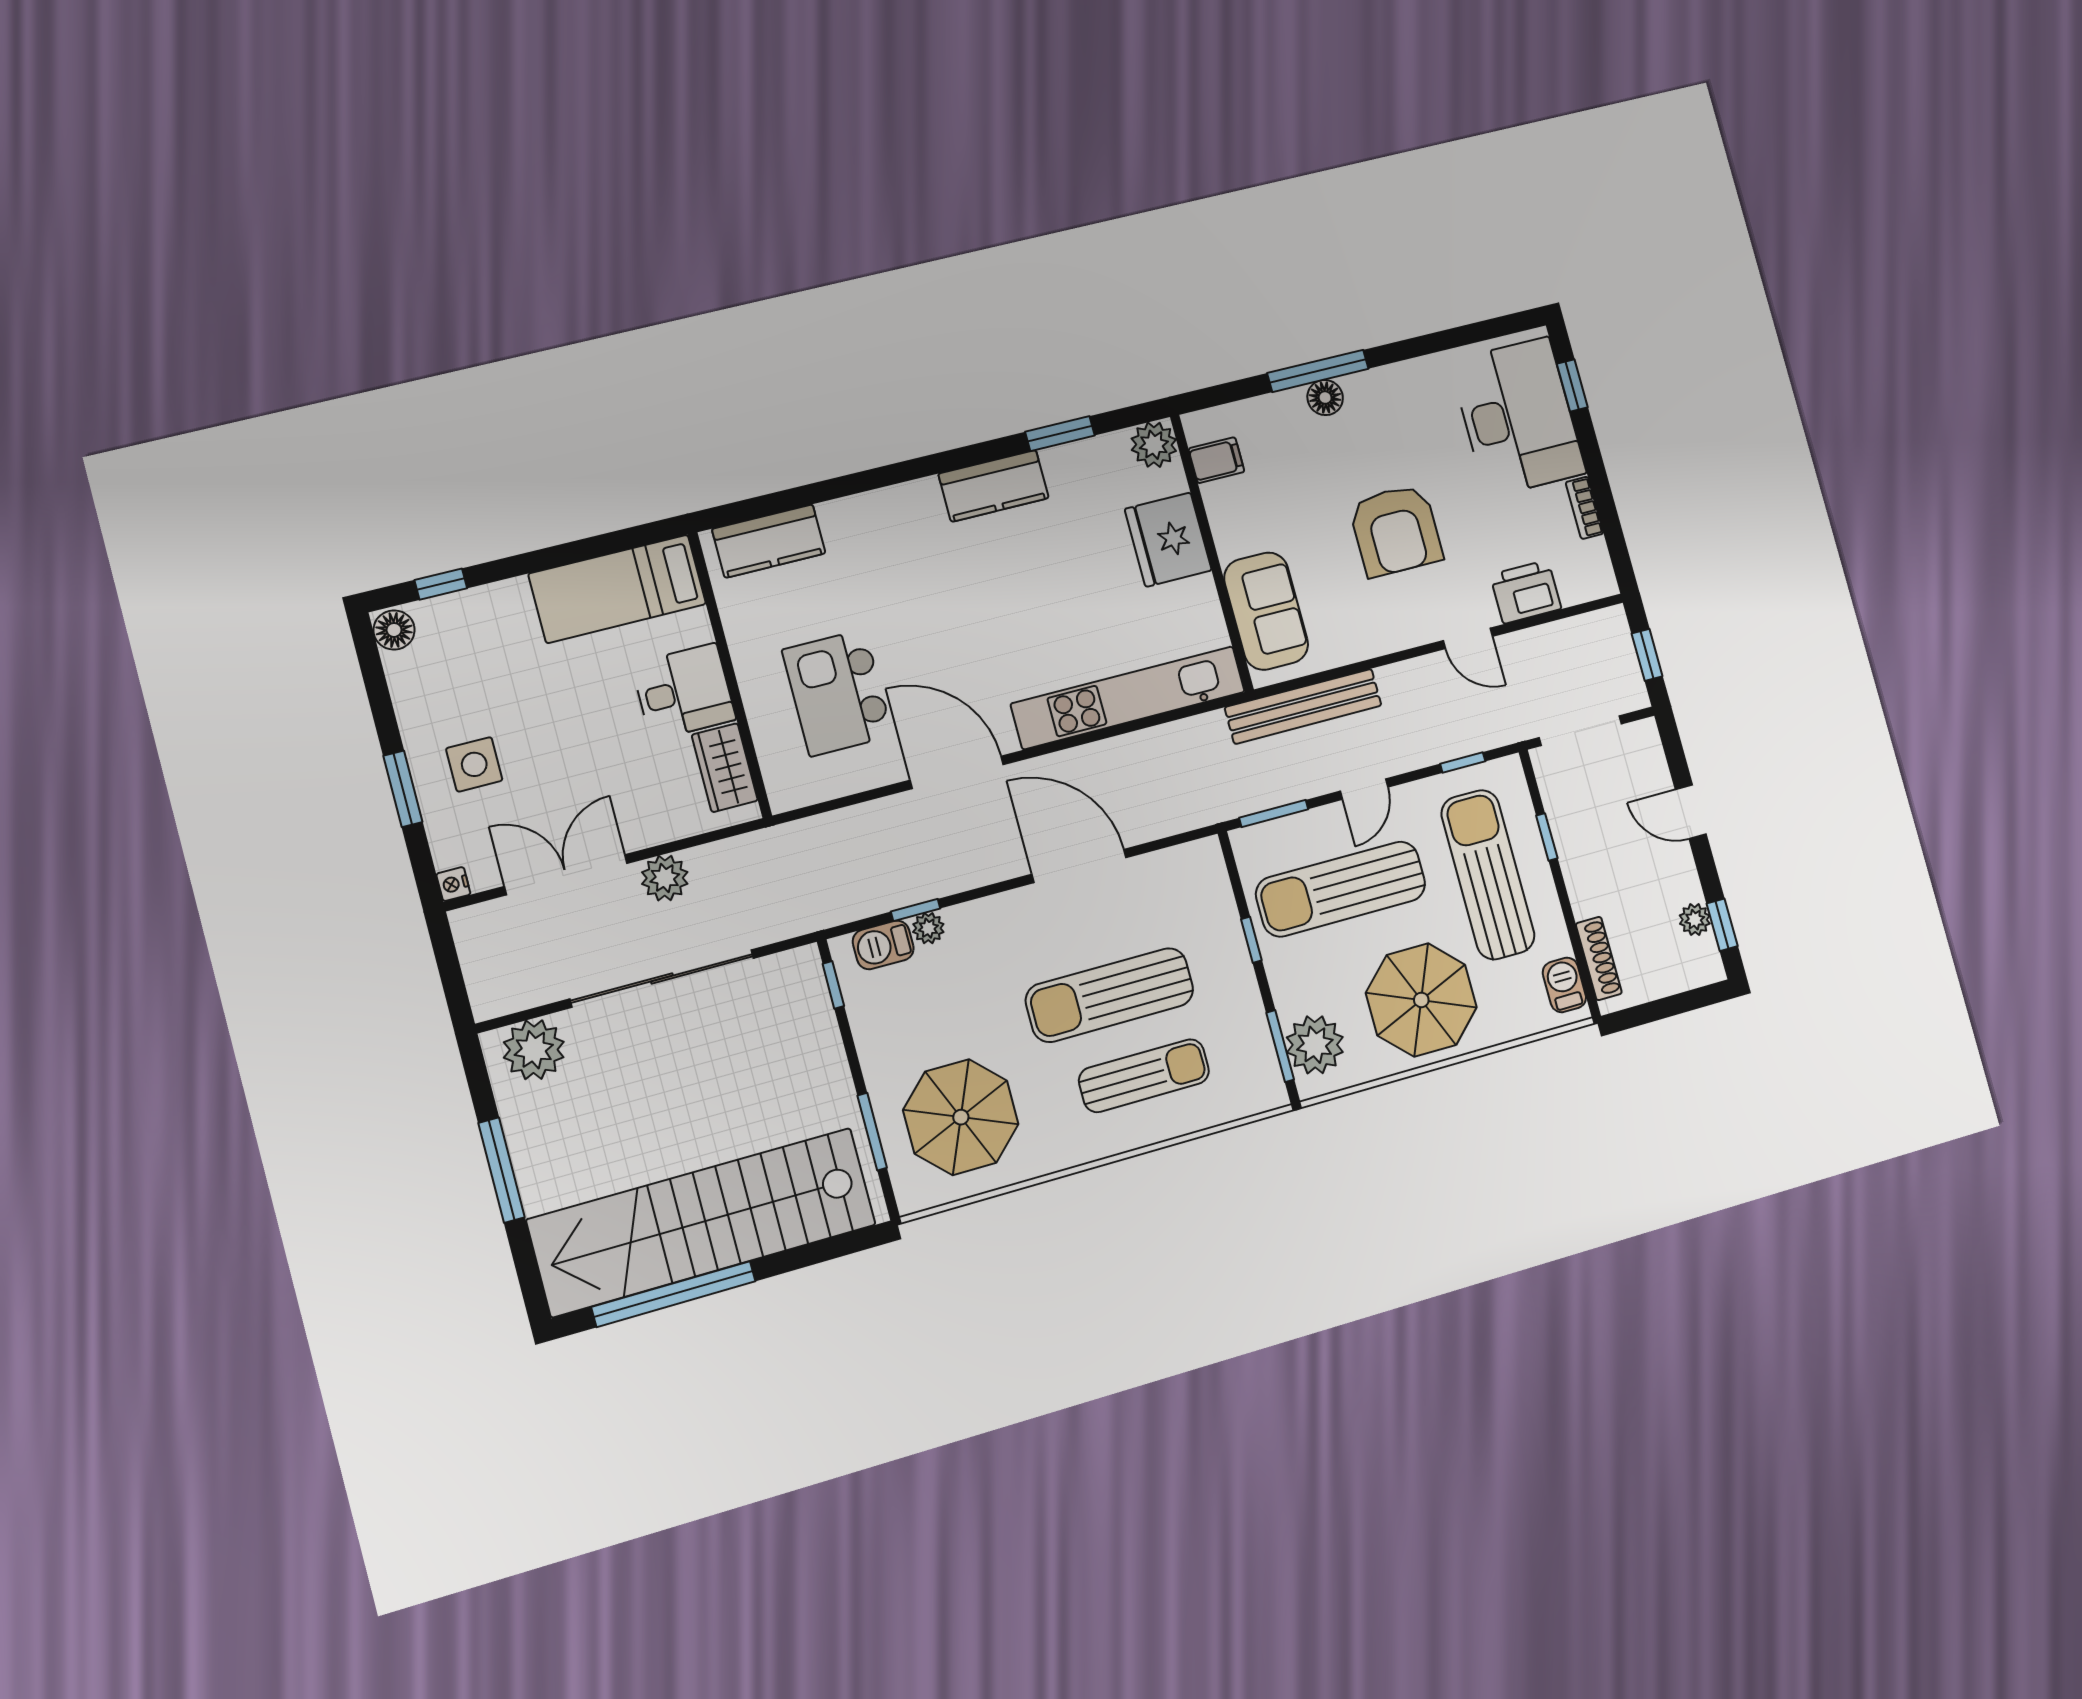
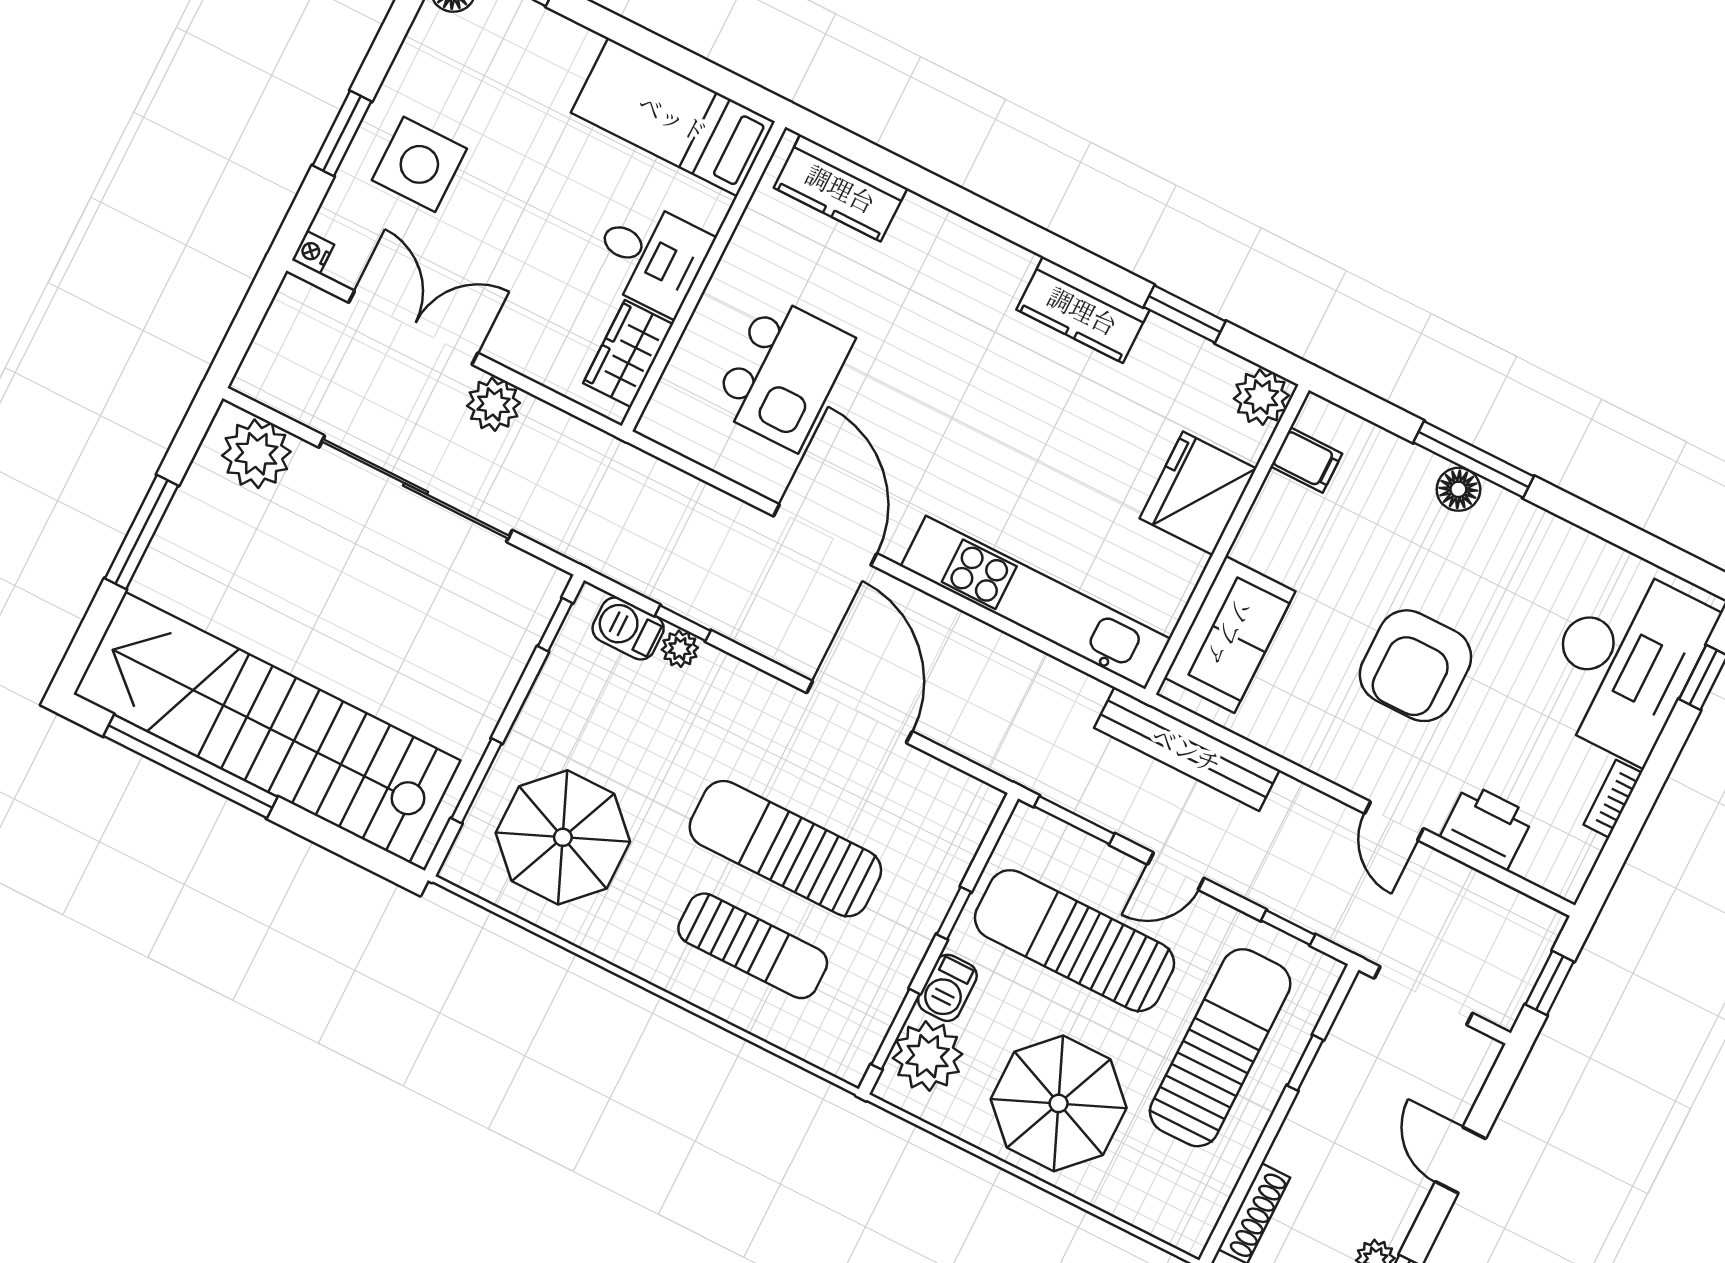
kitchen island: (837, 693) -> (783, 373), turned 180
side table: (474, 764) -> (419, 164), width x1.37, depth x1.37
barbecue: (1564, 985) -> (947, 988), moved, turned 180

